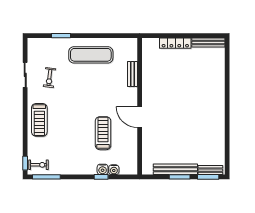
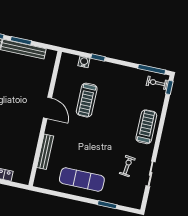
bench: (133, 74) -> (45, 152), width x1.36
water cooler: (103, 169) -> (95, 65), removed

